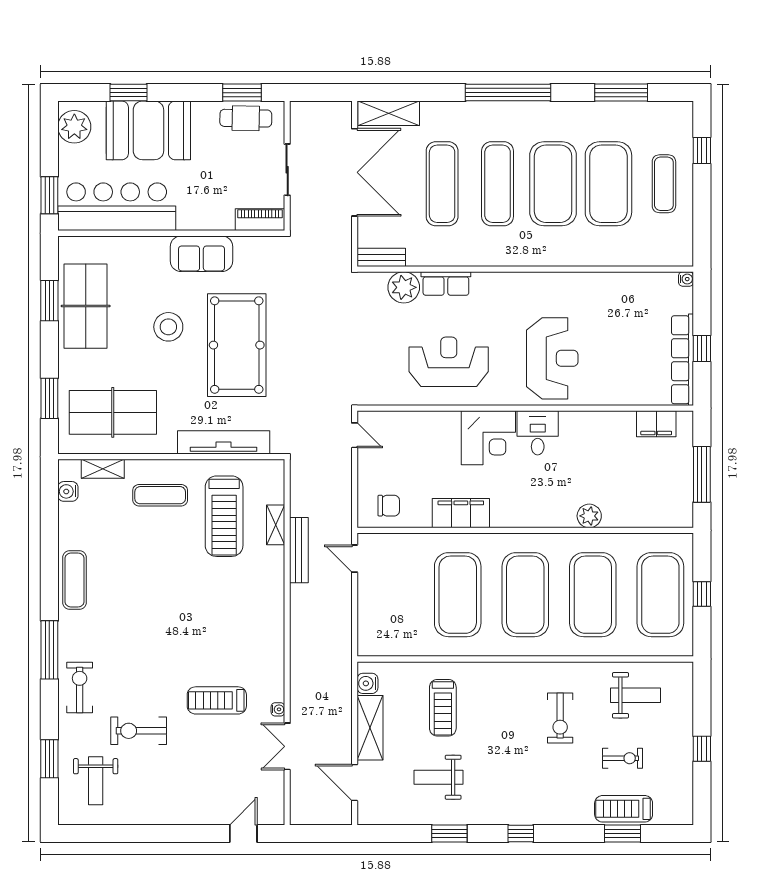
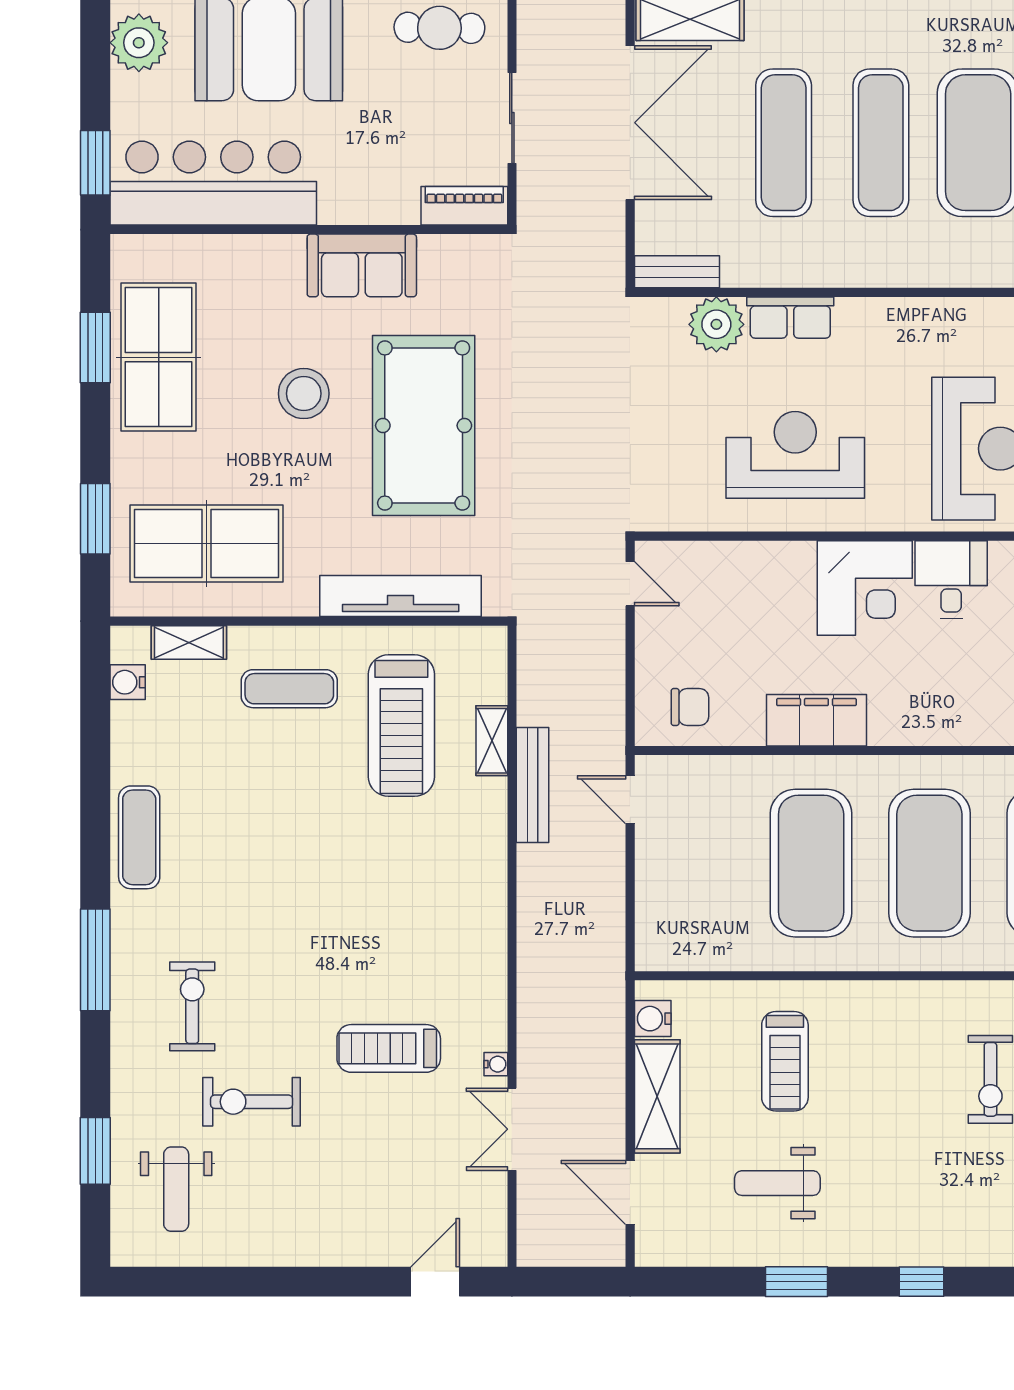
exercise bike: (80, 687) -> (192, 1006), moved

